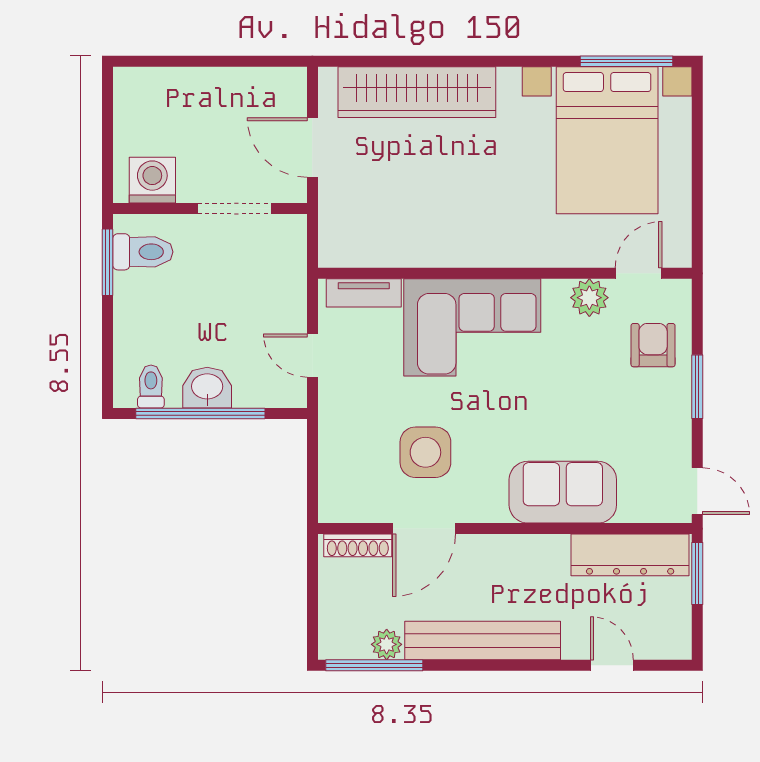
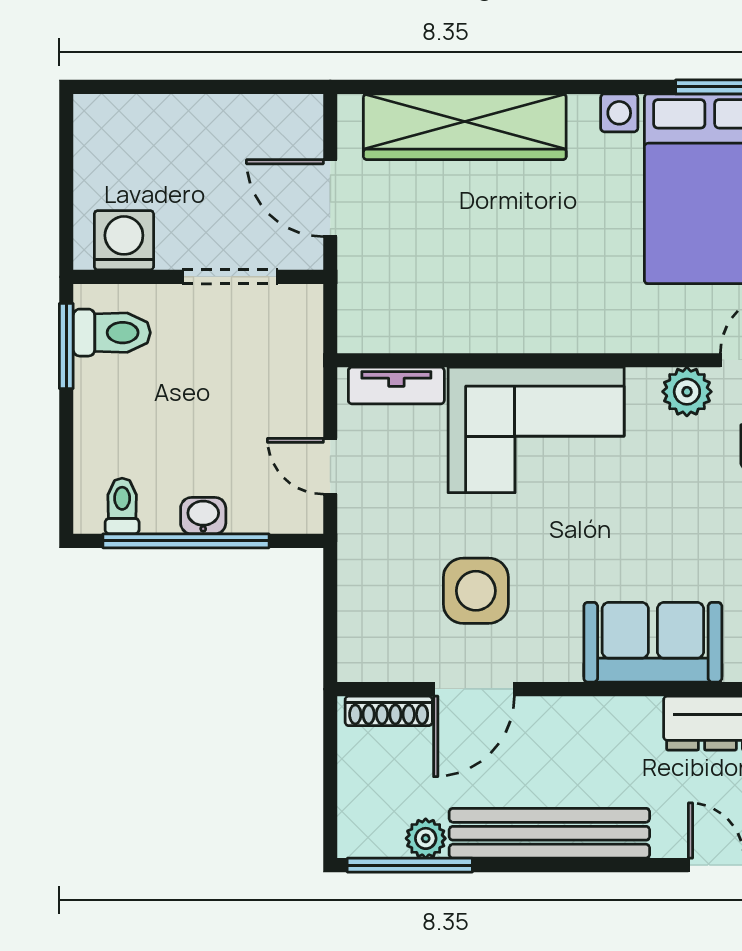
washbasin: (207, 388) -> (203, 516), width x0.72, depth x0.69

